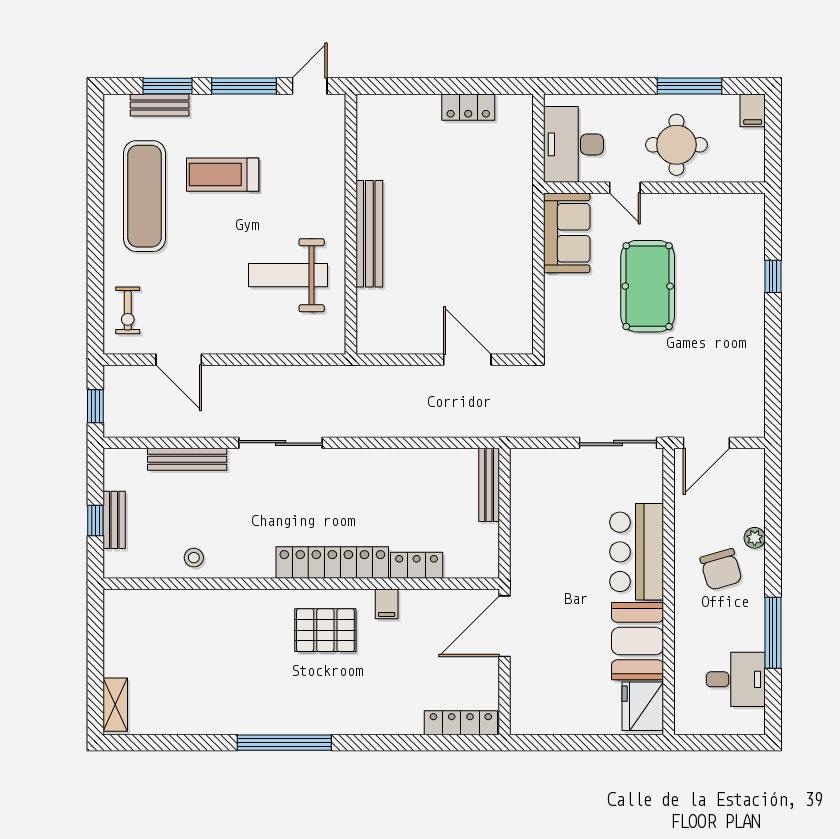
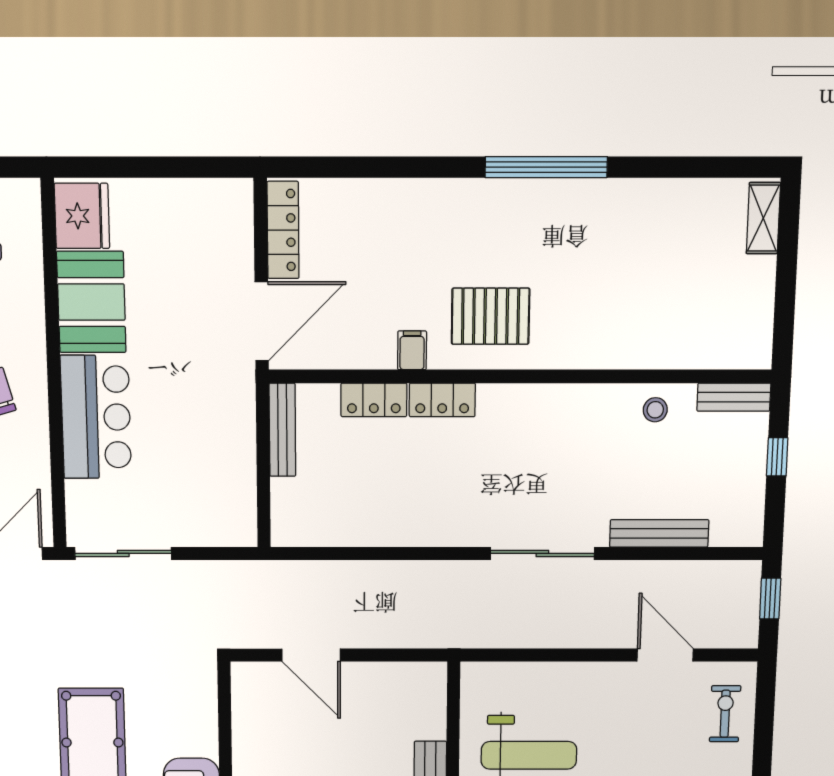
bench: (489, 485) -> (282, 430), moved
bench: (114, 520) -> (734, 397), moved, turned 90
locker: (332, 563) -> (442, 400), width x0.46, depth x0.83
locker: (461, 723) -> (283, 230), moved, turned -90

